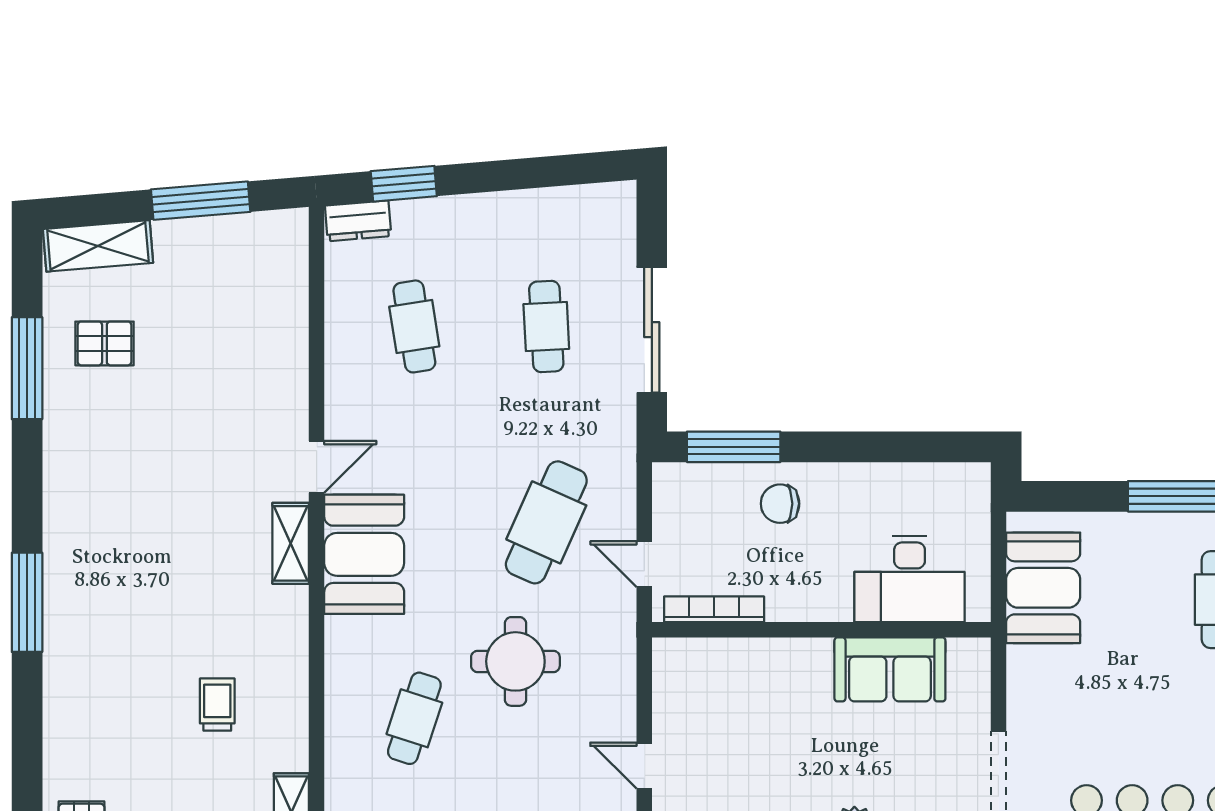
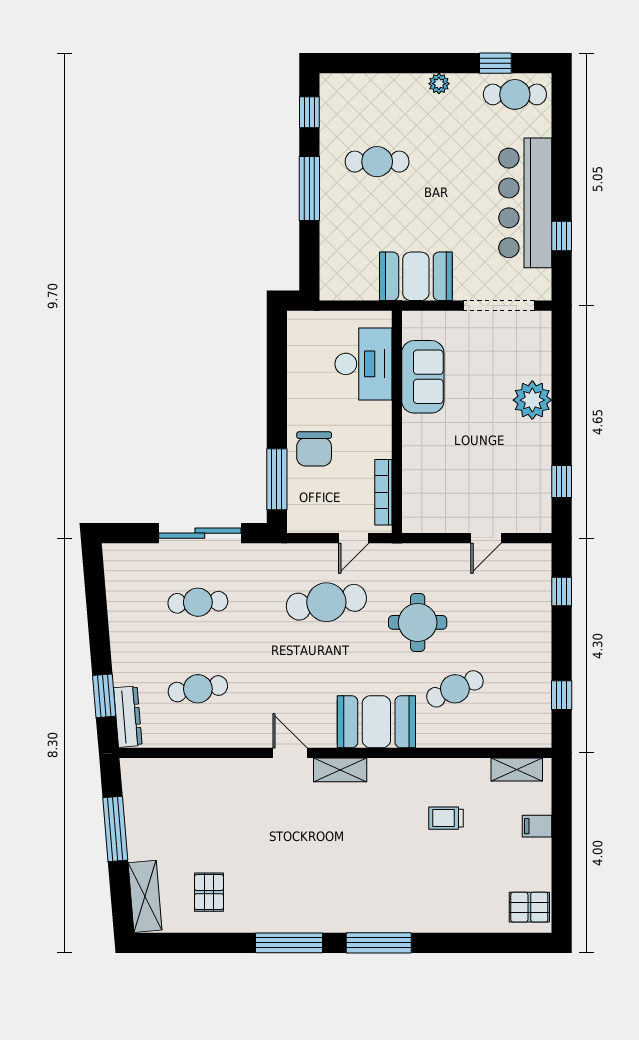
dresser: (358, 221) -> (128, 717), width x1.44
window: (27, 368) -> (289, 943), moved
chair: (780, 504) -> (314, 449), width x1.37, depth x1.37
cafe table: (546, 522) -> (326, 602), turned -33
booth: (364, 554) -> (376, 722), moved
booth: (1043, 588) -> (416, 276), moved
cafe table: (414, 718) -> (455, 689), turned -42

